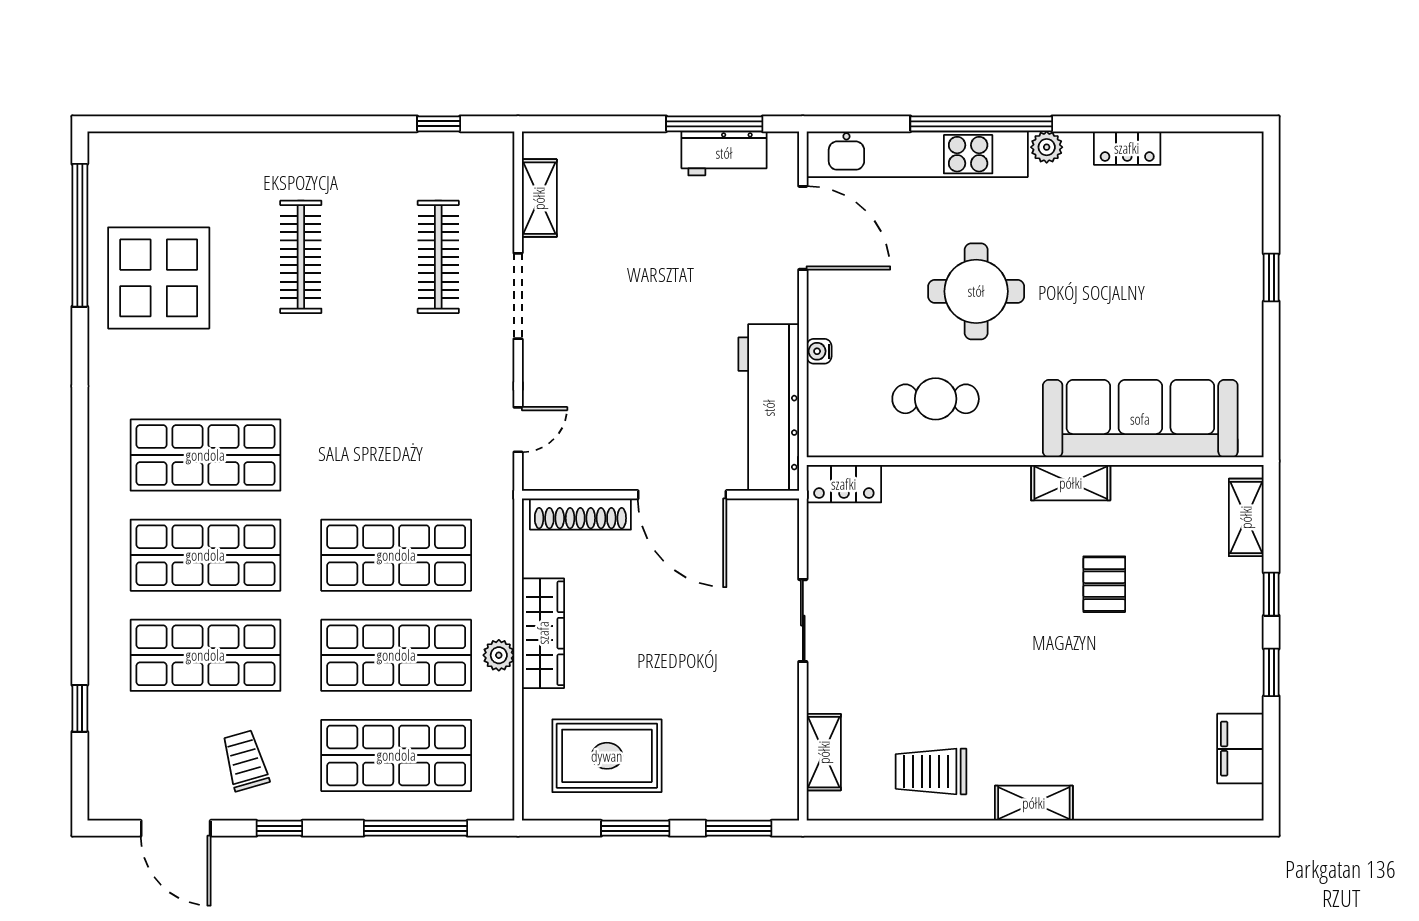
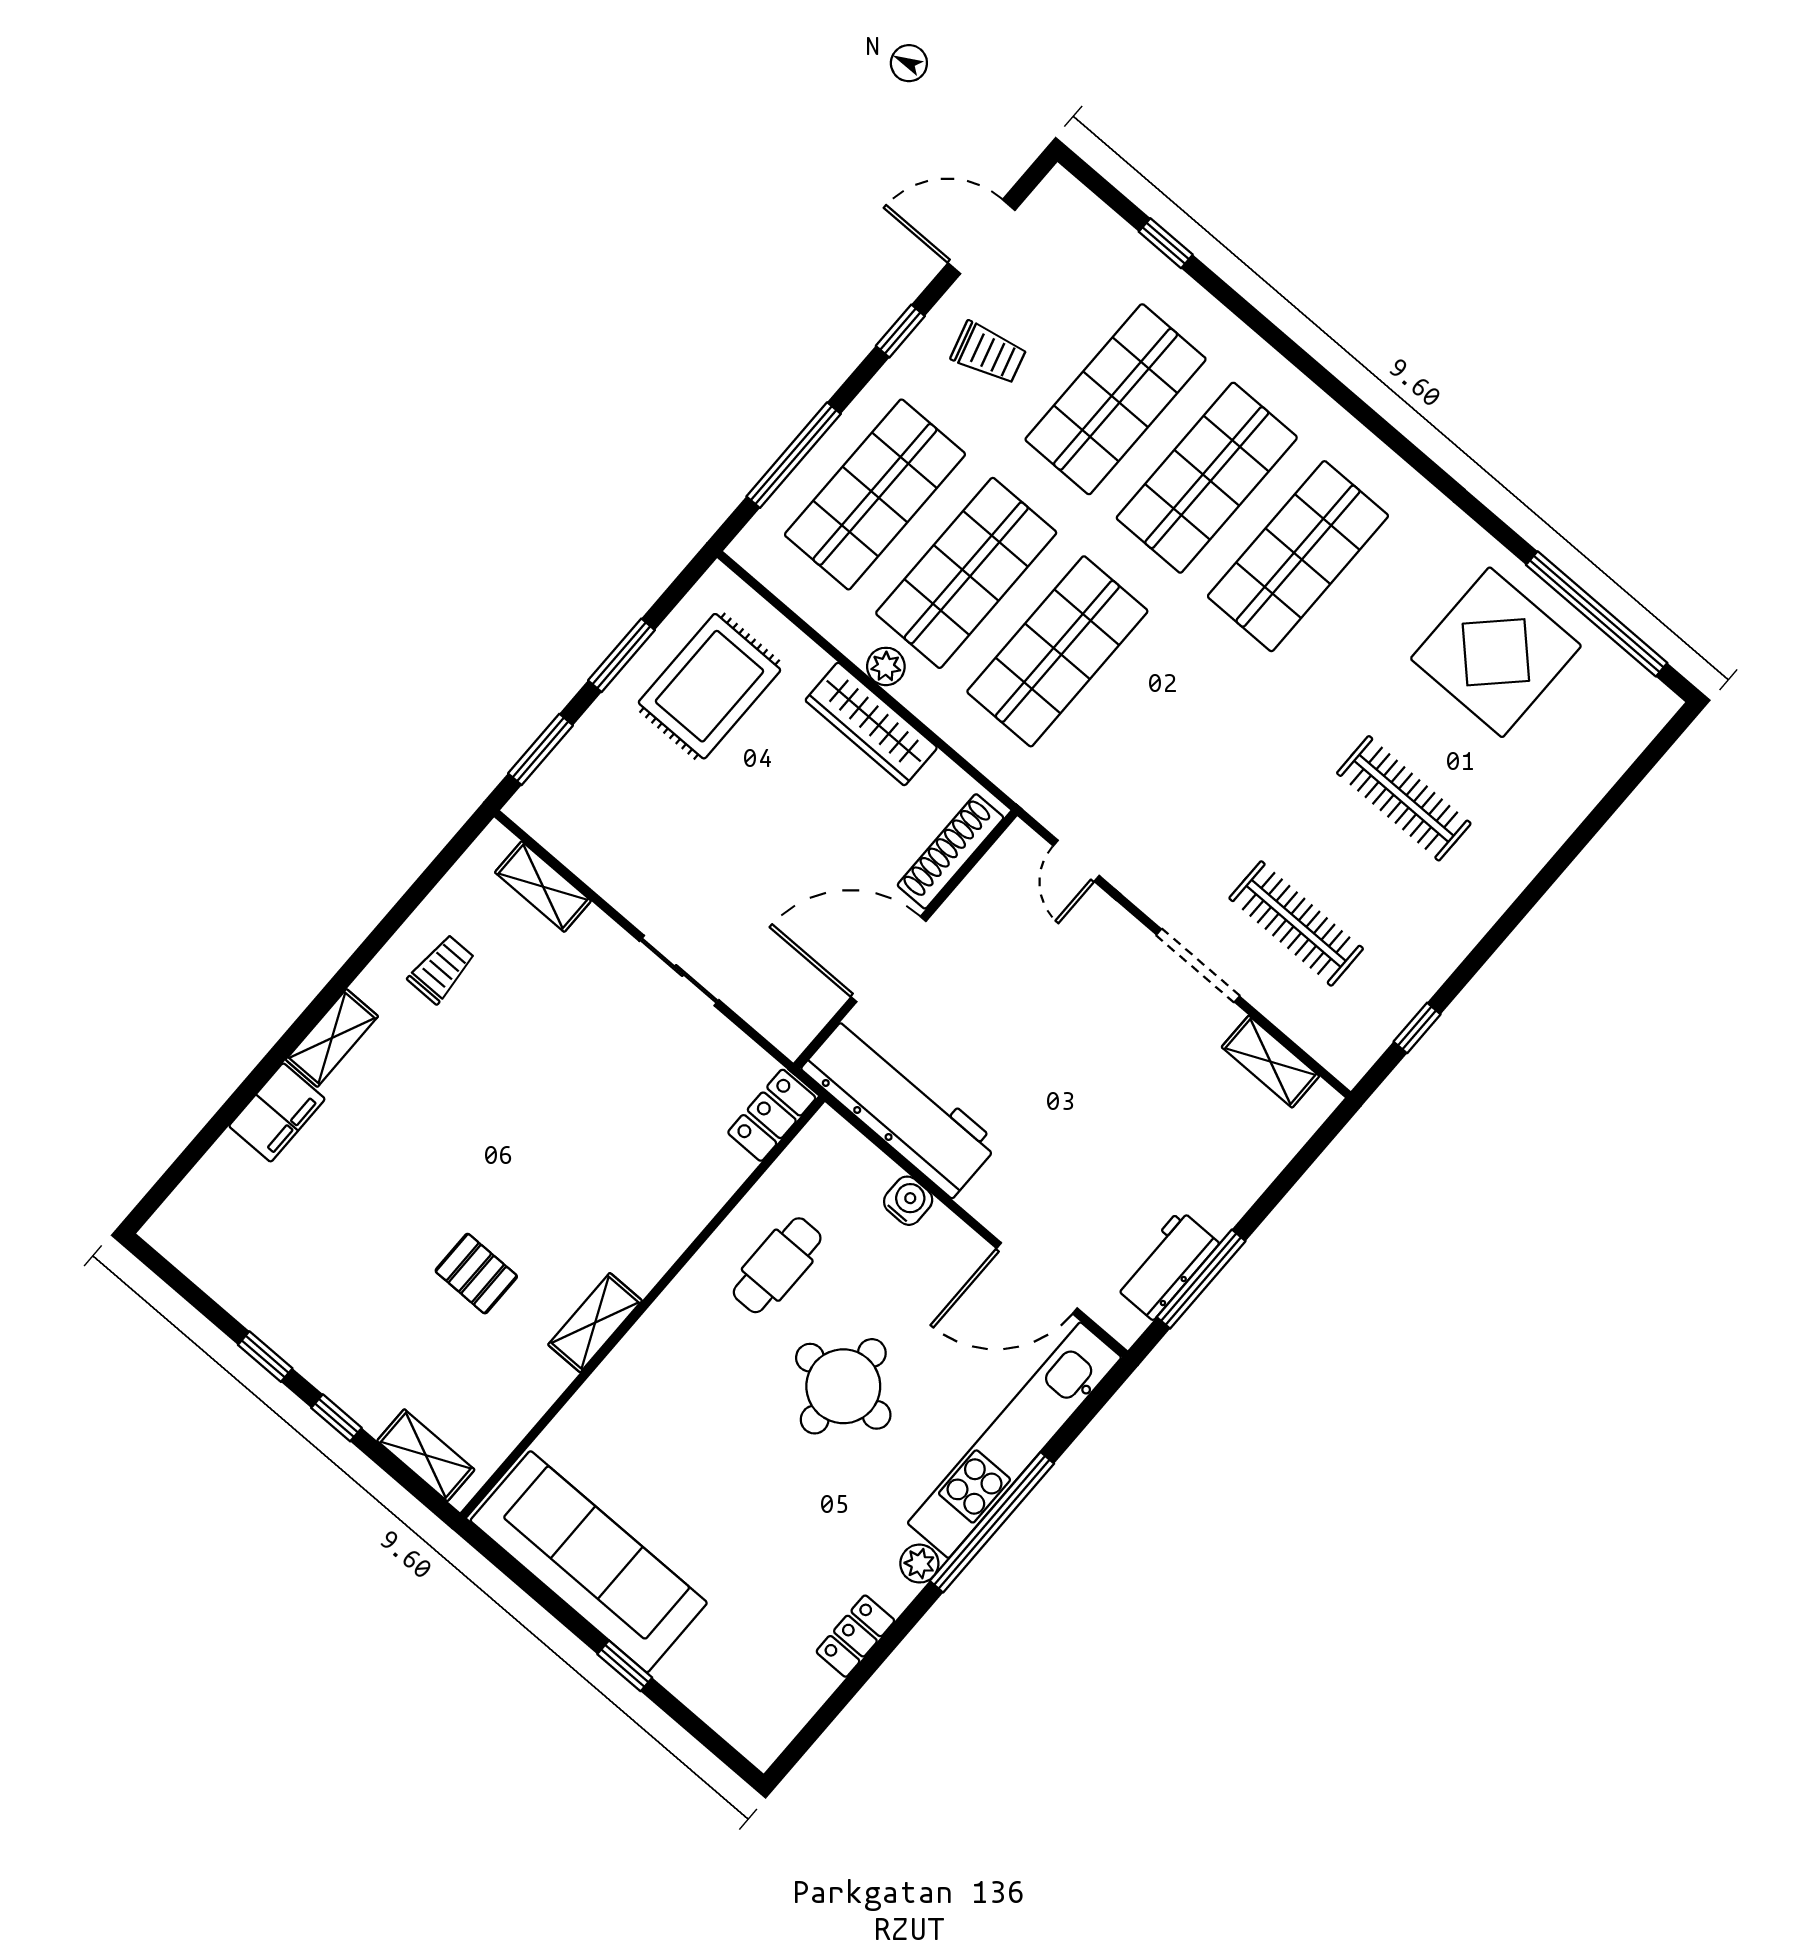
water cooler: (819, 351) -> (908, 1201), width x1.38, depth x1.38
sofa: (1140, 419) -> (589, 1562), moved, turned -90
filing cabinet: (1240, 749) -> (277, 1112), moved, turned 90
trolley: (931, 771) -> (441, 969), width x0.73, depth x0.72

